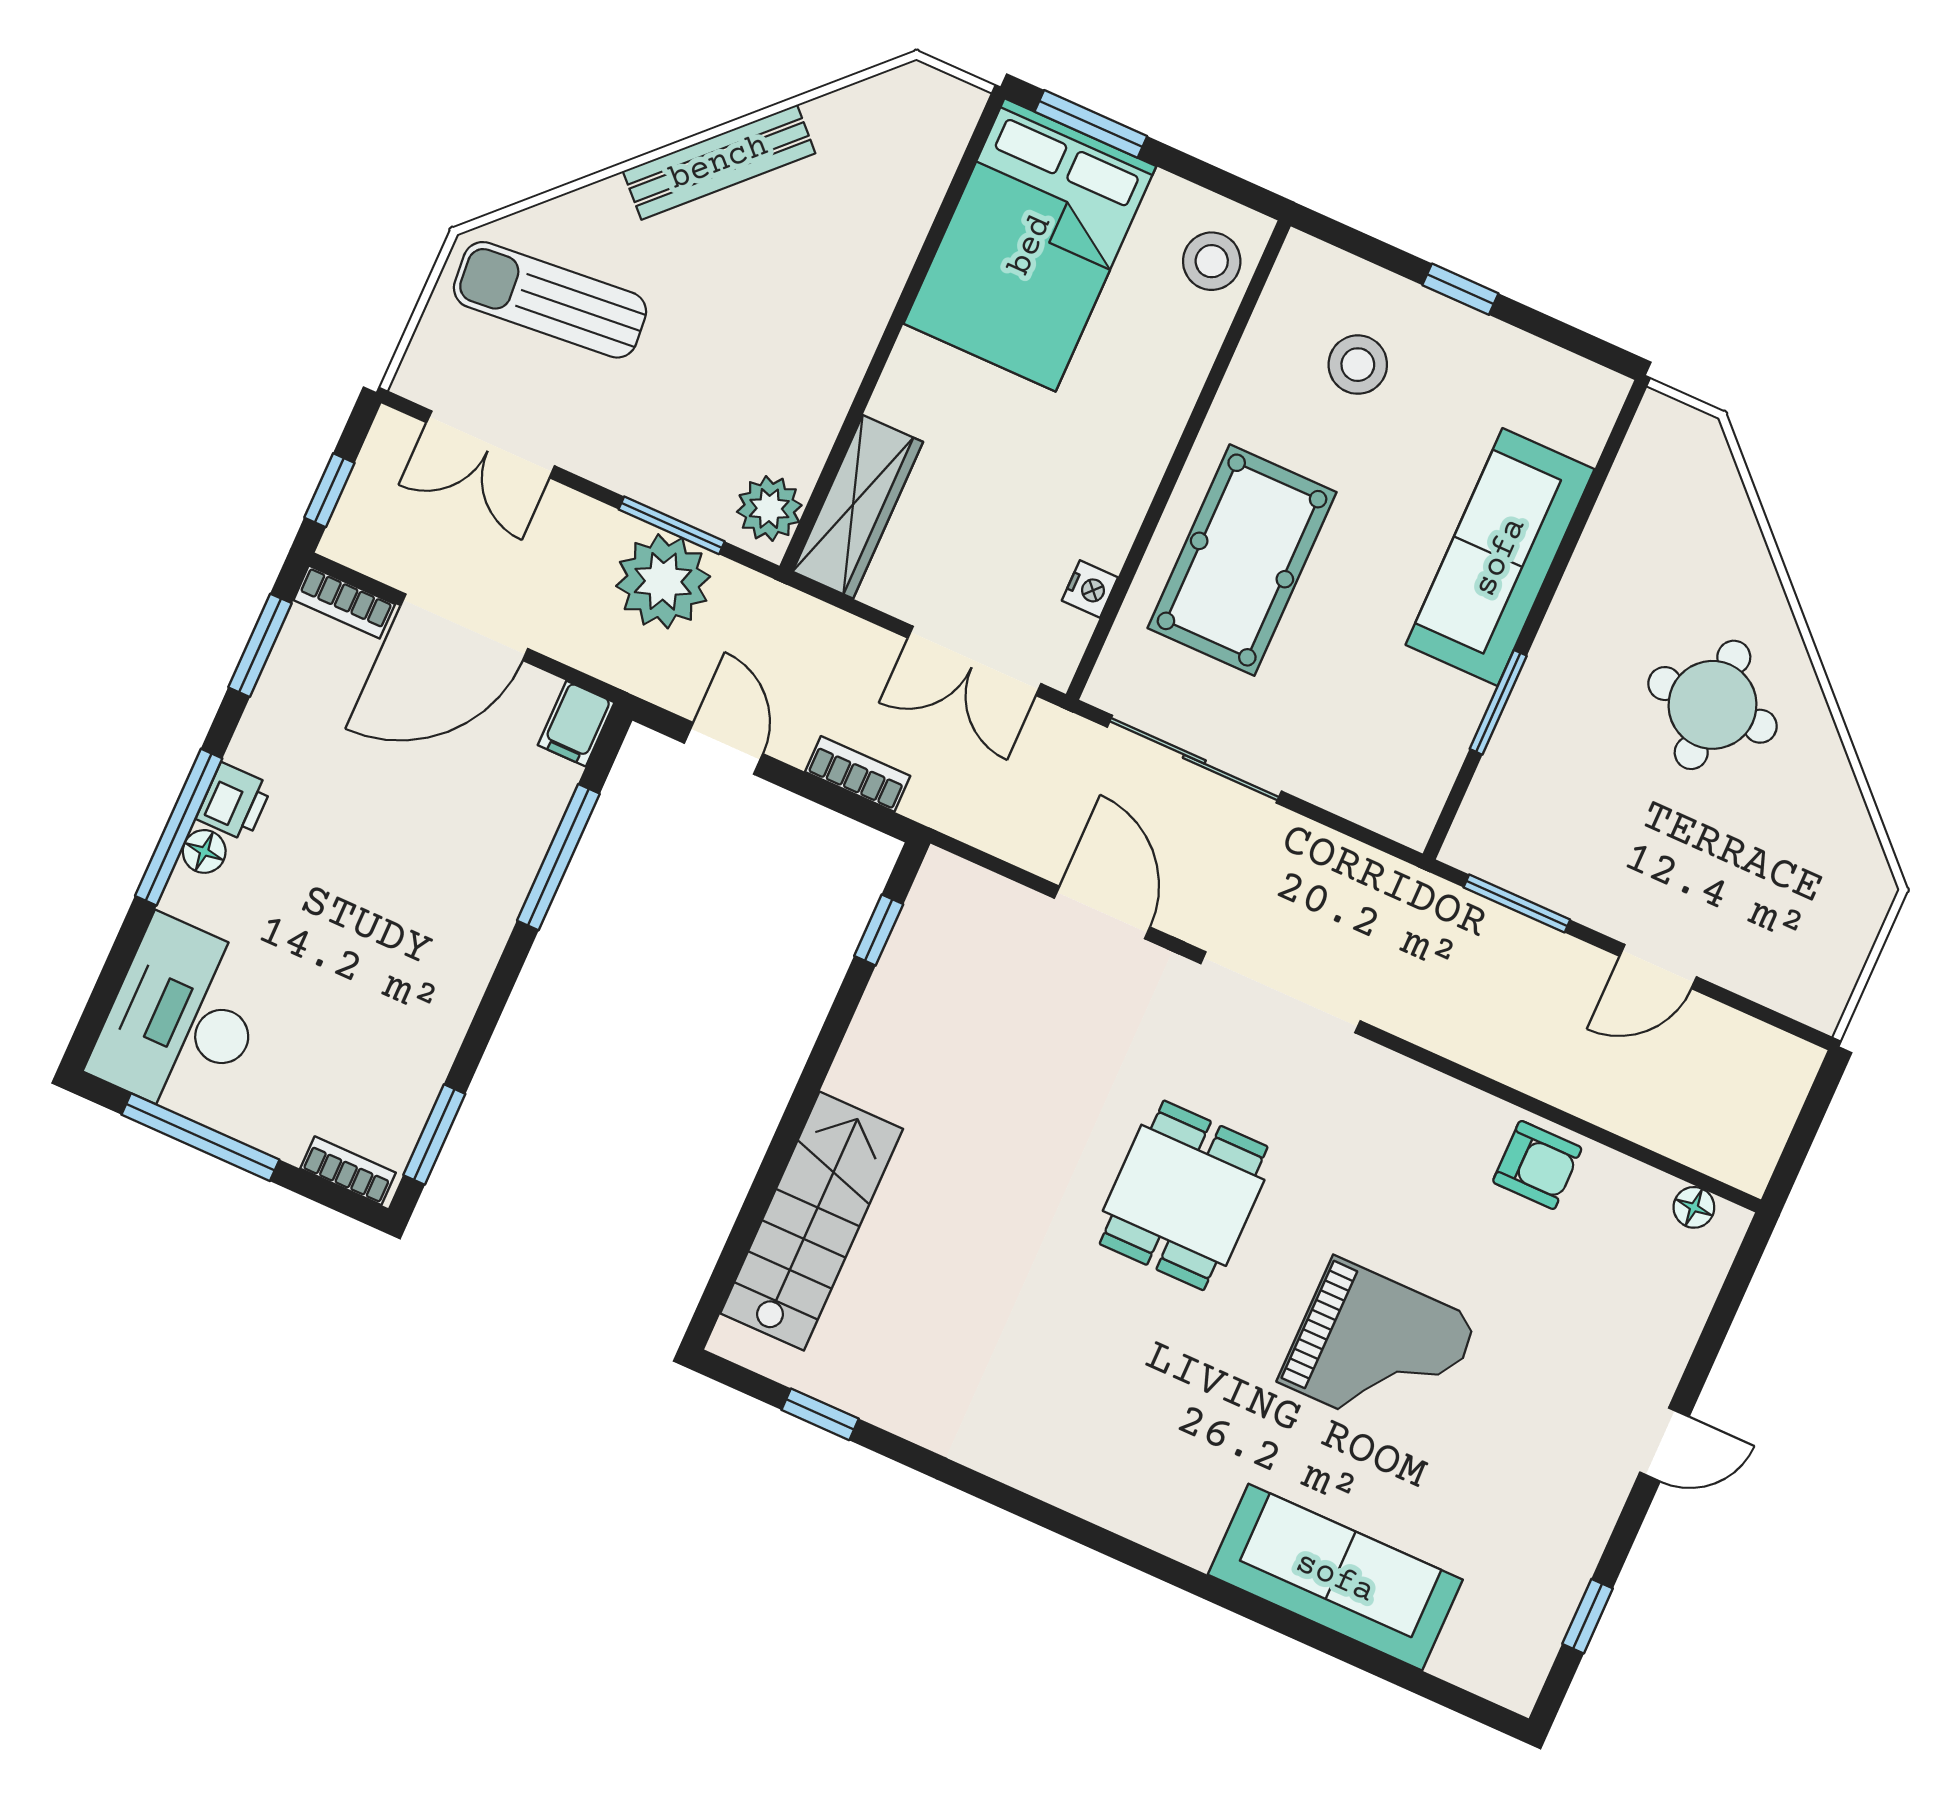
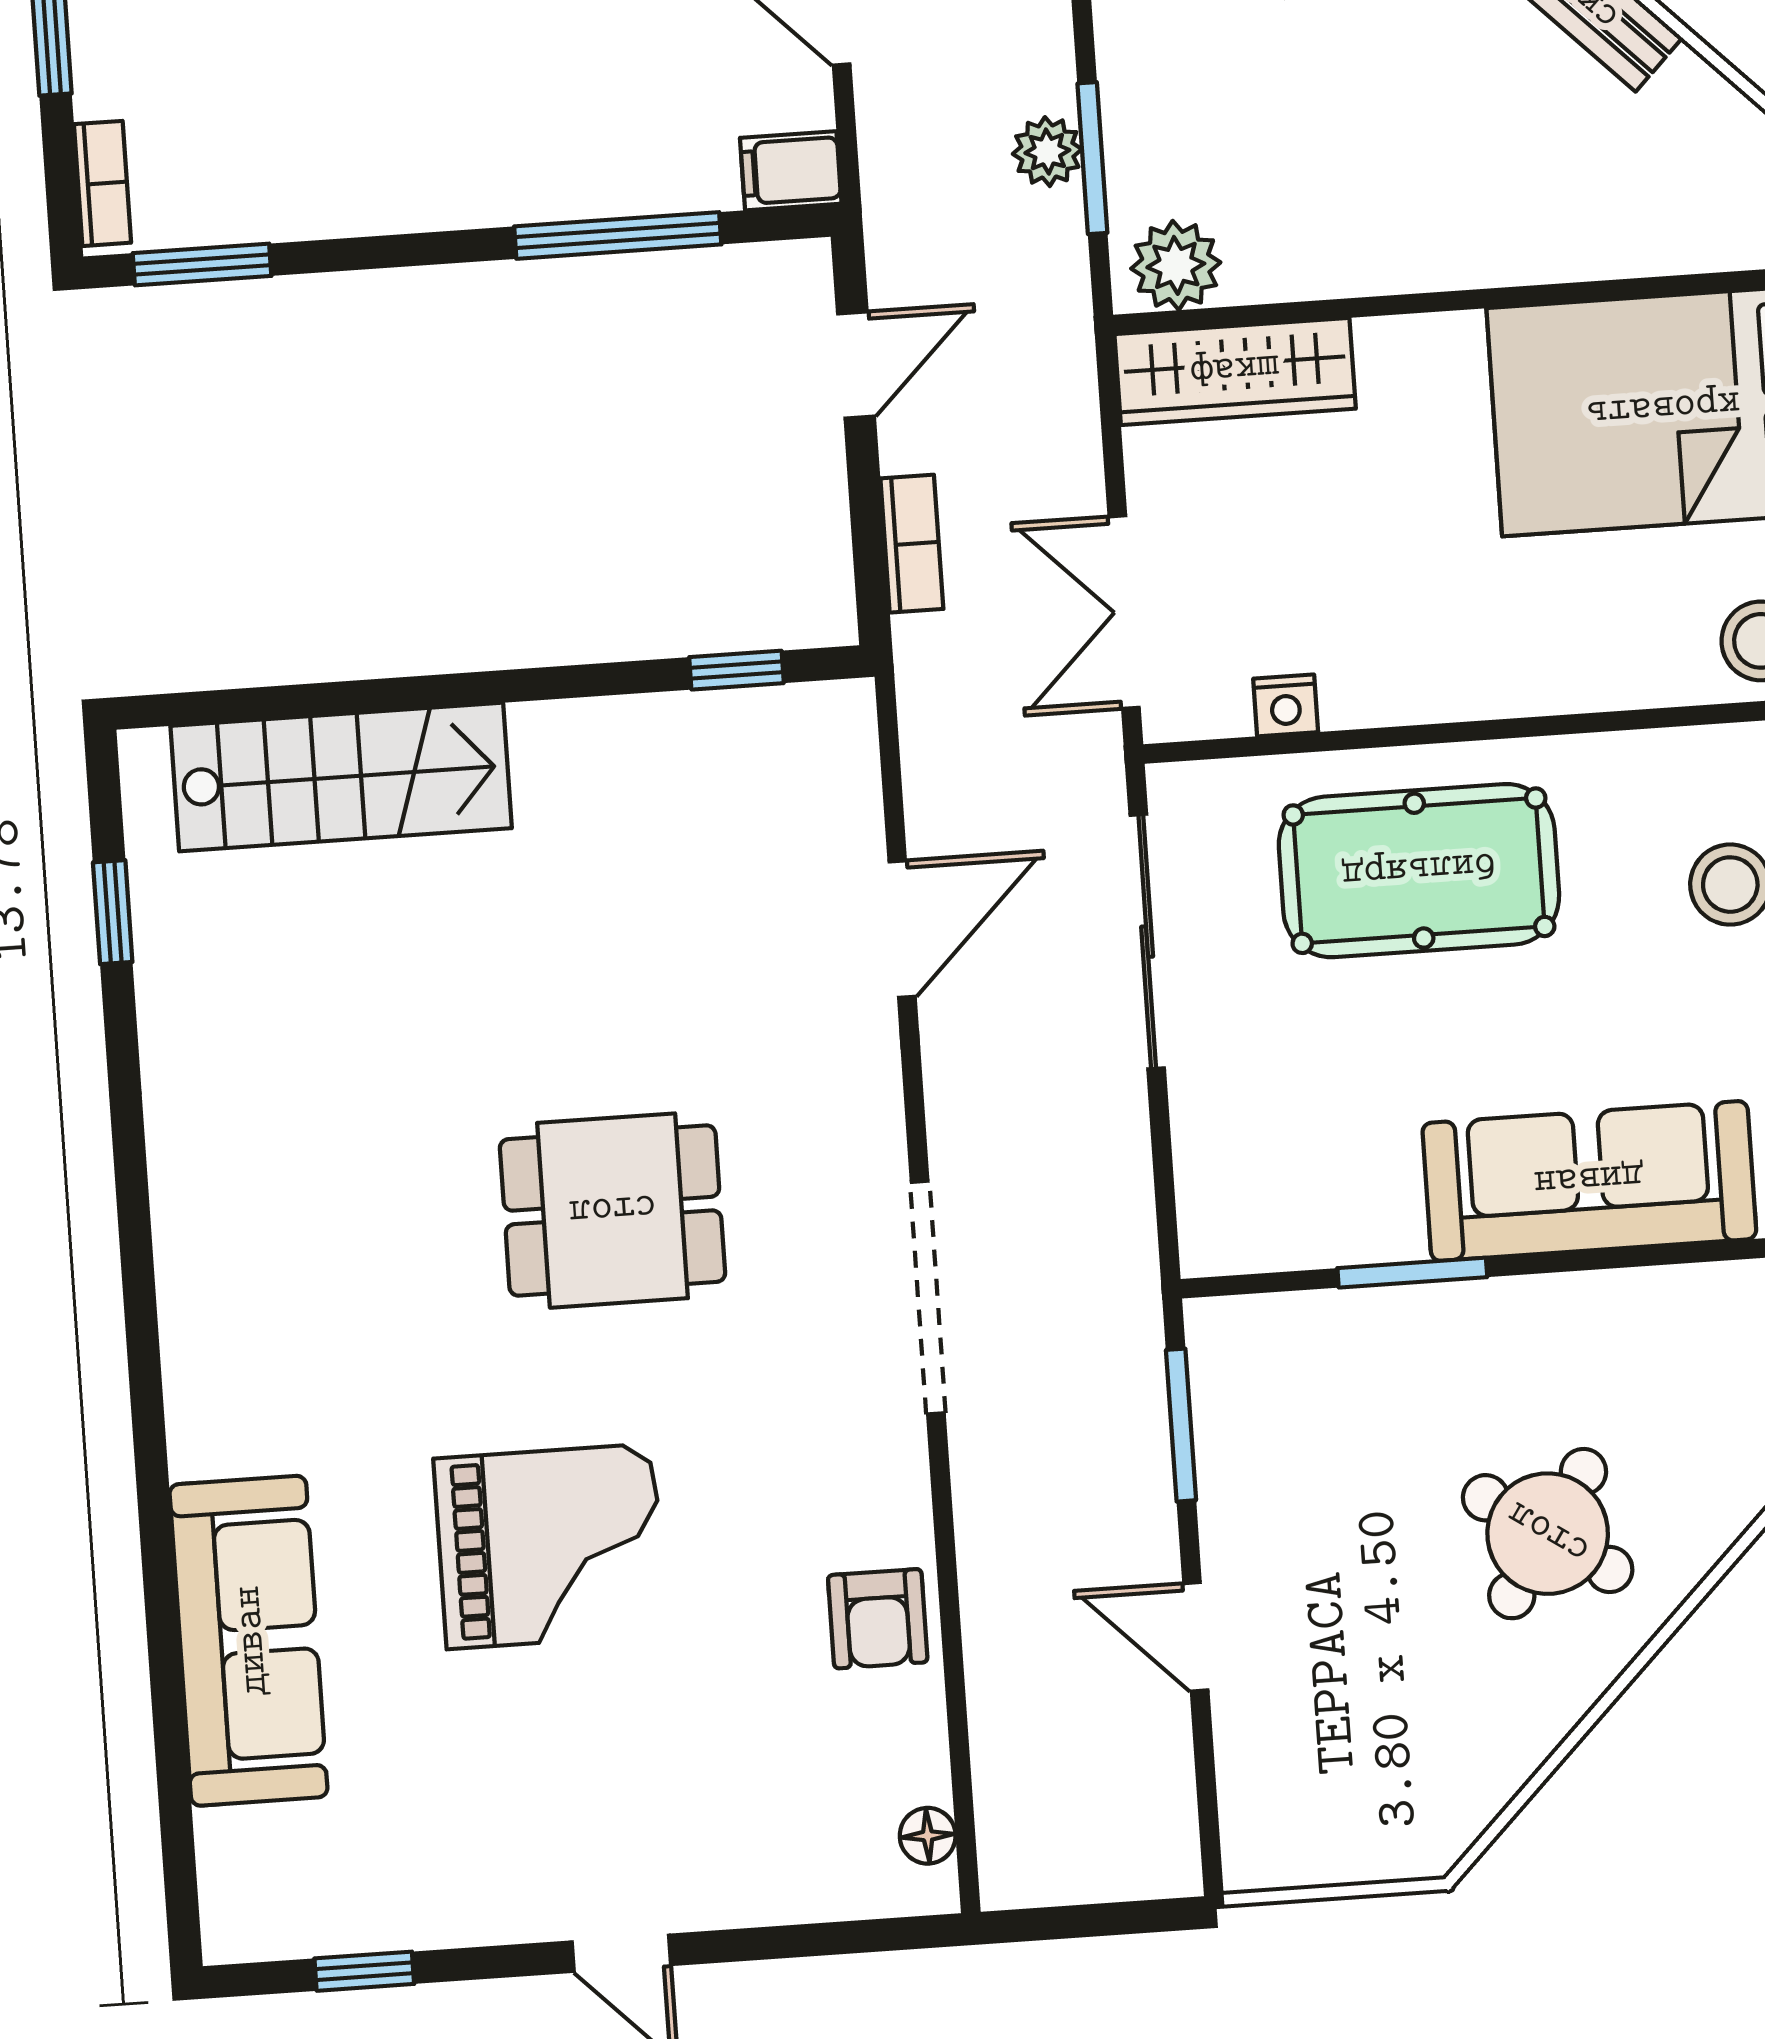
plant: (663, 581) -> (1047, 152), width x0.53, depth x0.53
round table: (1713, 705) -> (1548, 1534), turned 34
doorway: (1280, 992) -> (928, 1298), moved
grand piano: (1378, 1351) -> (550, 1546), turned -90

